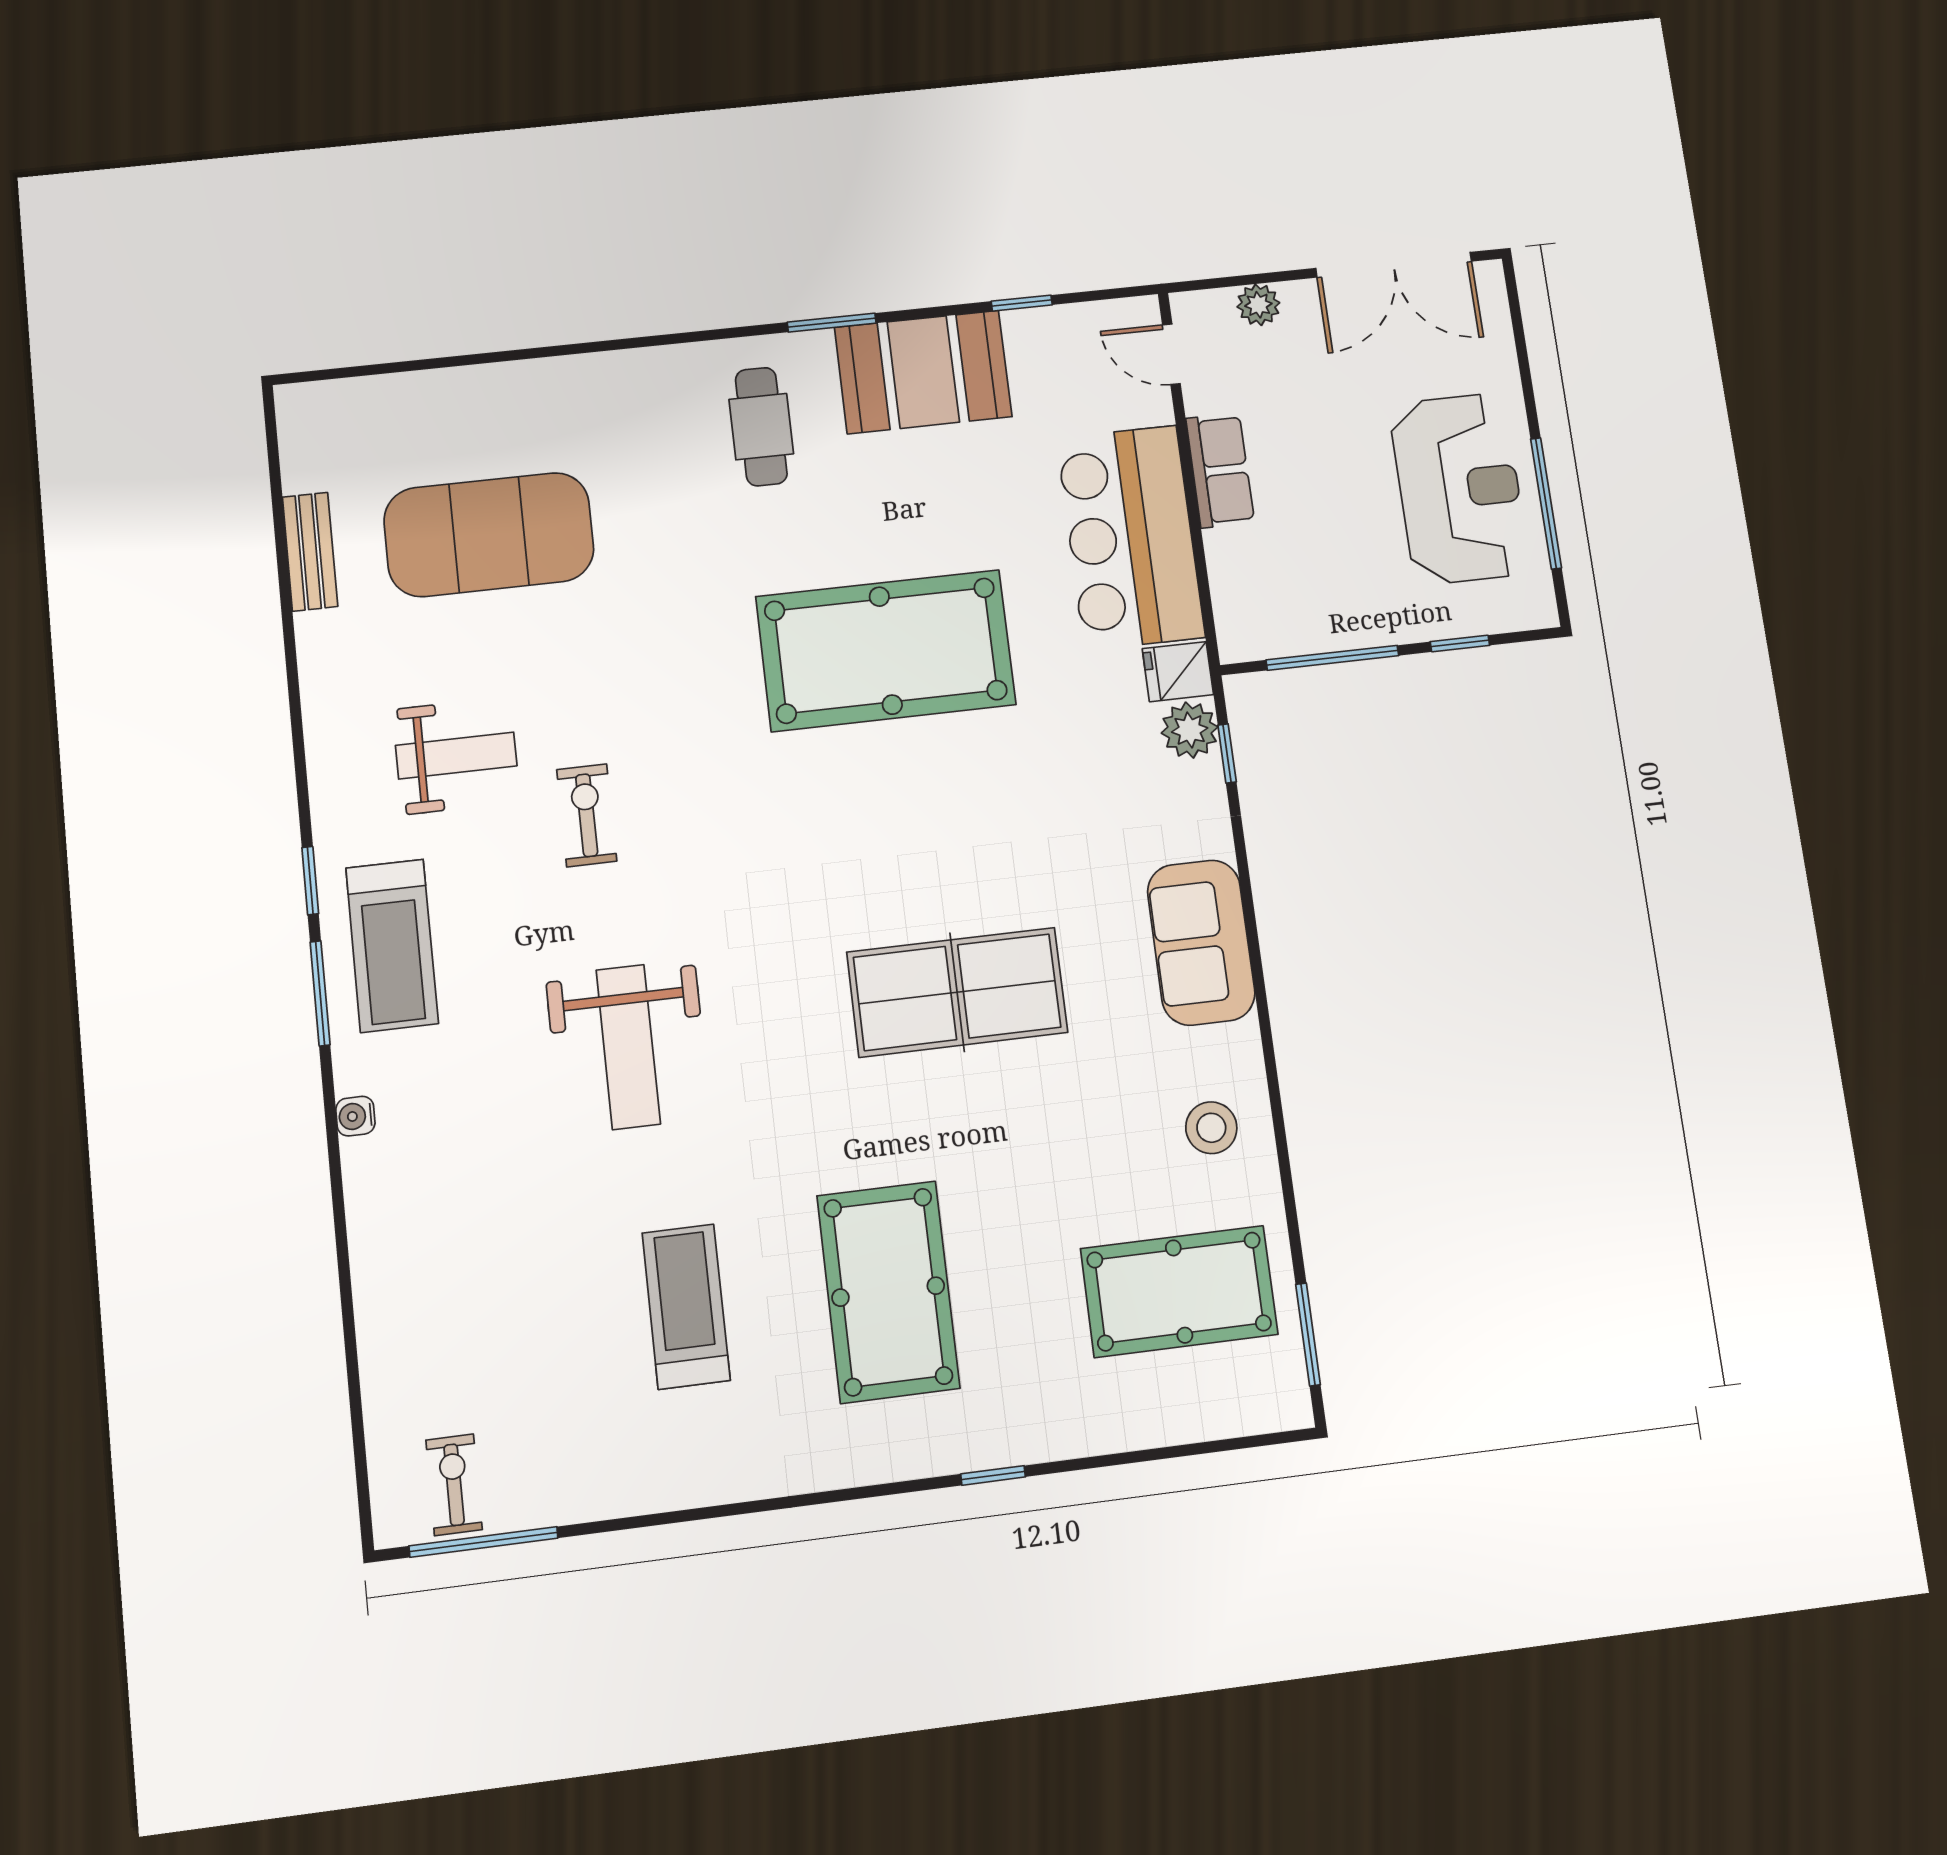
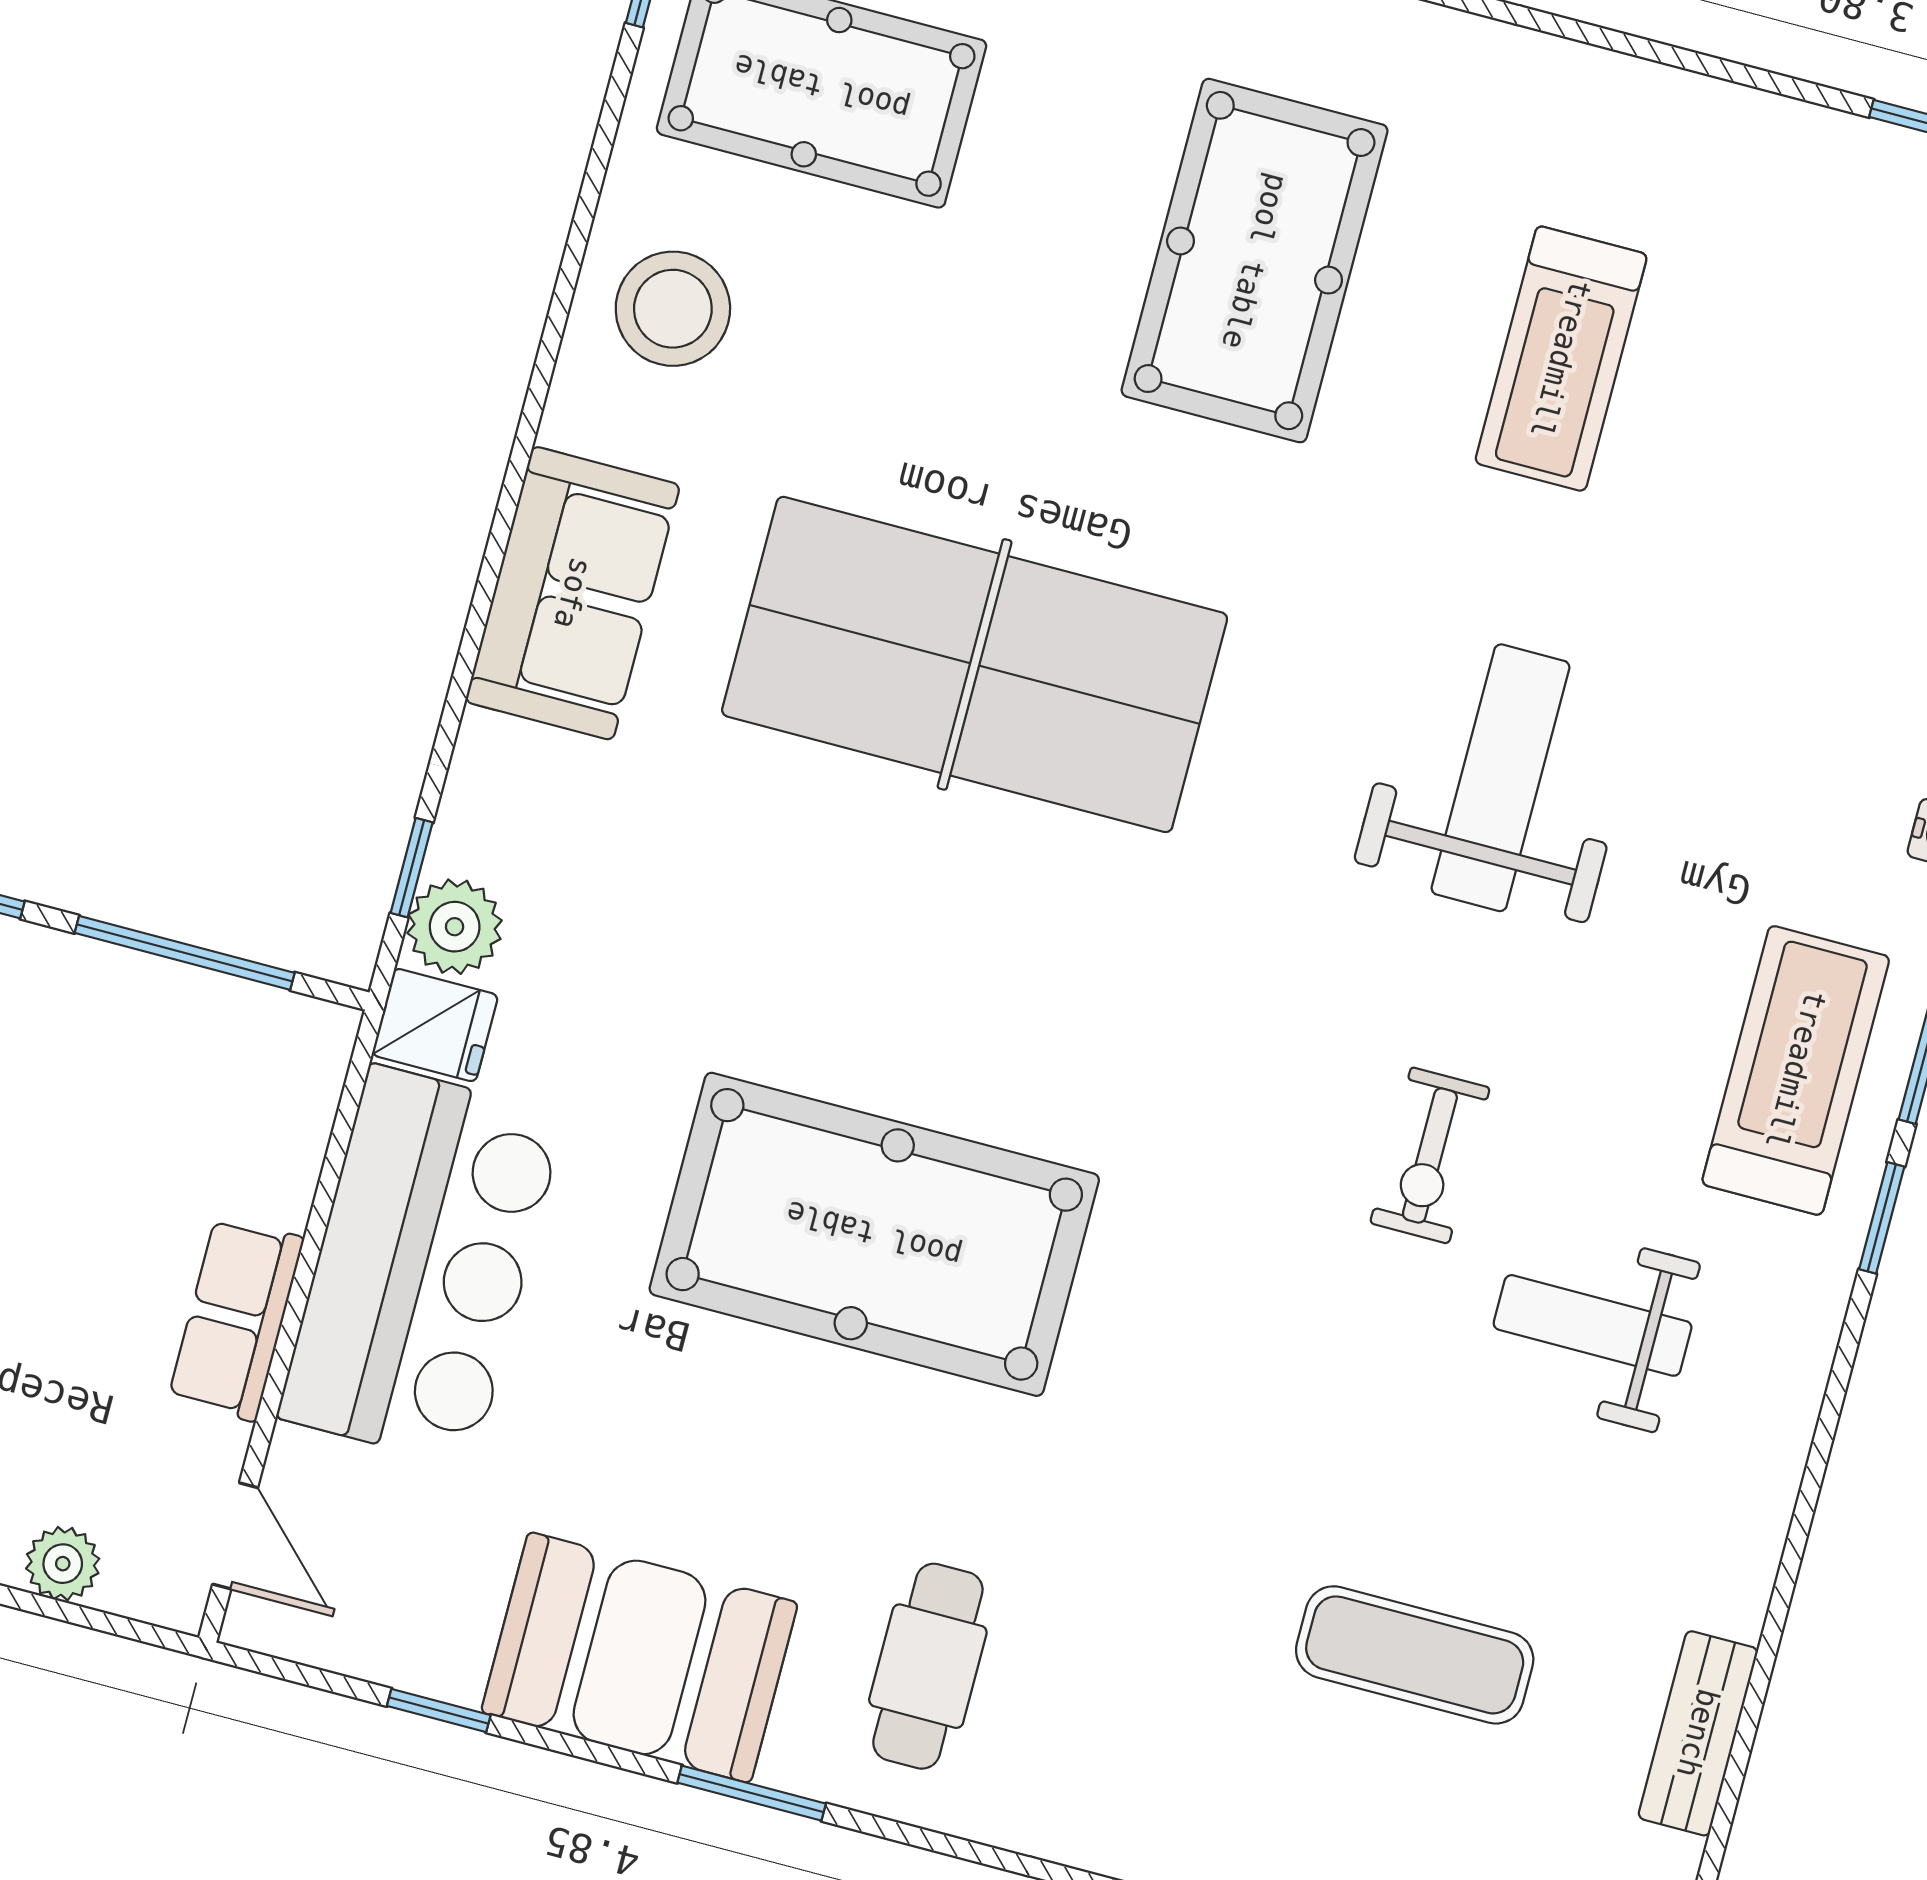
exercise mat: (489, 535) -> (1415, 1655), width x0.50, depth x0.69
table tennis table: (957, 992) -> (975, 664), width x1.36, depth x1.32
stool: (1211, 1128) -> (673, 309), width x1.38, depth x1.38

